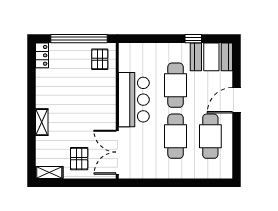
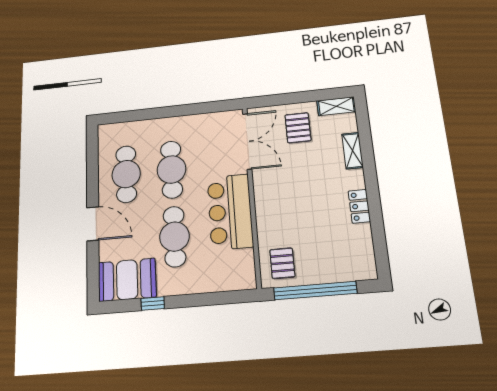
locker: (42, 55) -> (359, 206), moved
door: (237, 100) -> (93, 224), hinge flipped
shelving: (42, 122) -> (352, 151), moved

